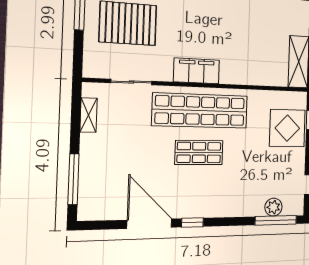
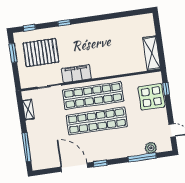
filing cabinet: (197, 71) -> (76, 74), moved
shop shelf: (199, 152) -> (97, 121), width x2.00, depth x1.36
window: (276, 220) -> (142, 157), moved

